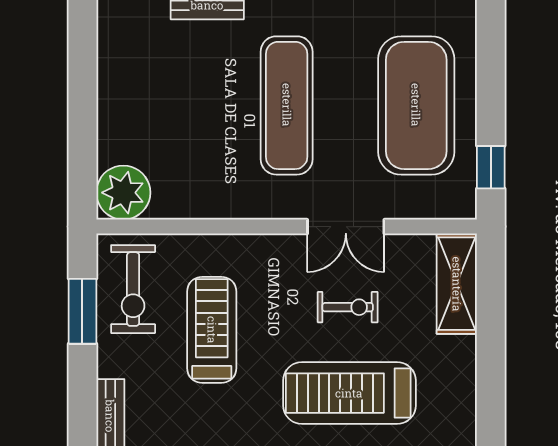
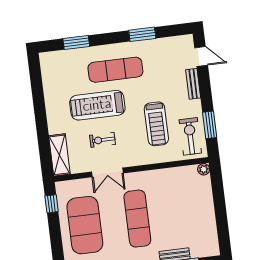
plant: (123, 193) -> (204, 169), width x0.53, depth x0.53
double door: (346, 227) -> (107, 172), swing flipped
treadmill: (349, 393) -> (97, 105), turned 180

